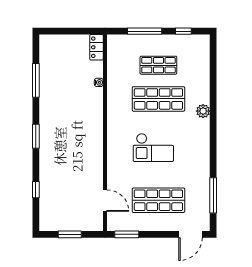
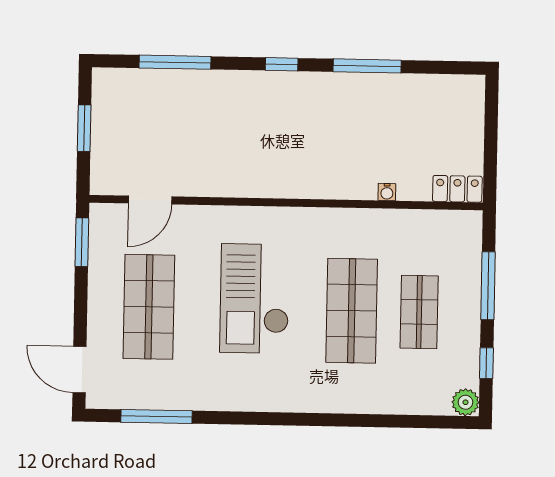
window: (36, 80) -> (367, 66), moved
plant: (203, 111) -> (465, 402), moved
window: (36, 136) -> (282, 64), width x0.67
checkout: (153, 147) -> (255, 299), width x1.36, depth x1.21
window: (36, 190) -> (175, 62), width x2.17

